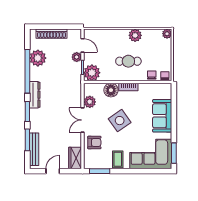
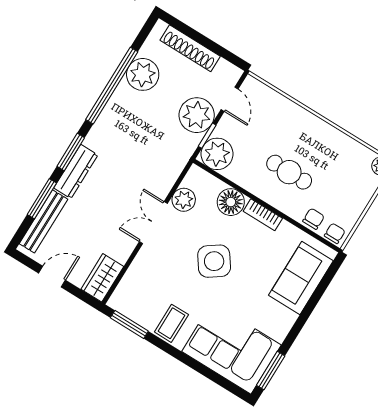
plant: (135, 35) -> (327, 136), removed
plant: (77, 57) -> (197, 115), width x1.88, depth x1.88
dresser: (35, 95) -> (76, 171), moved
sofa: (162, 116) -> (301, 278), moved
armchair: (94, 142) -> (150, 272), removed

